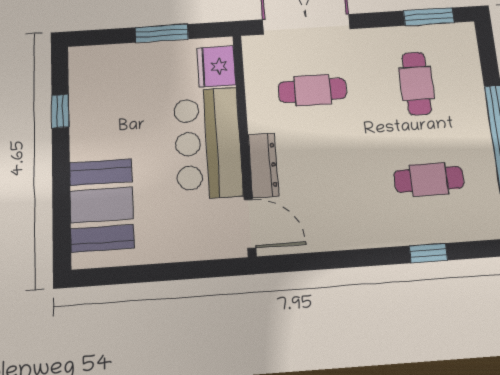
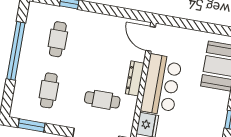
dresser: (263, 165) -> (135, 78), moved
cafe table: (429, 179) -> (58, 39), turned 90

